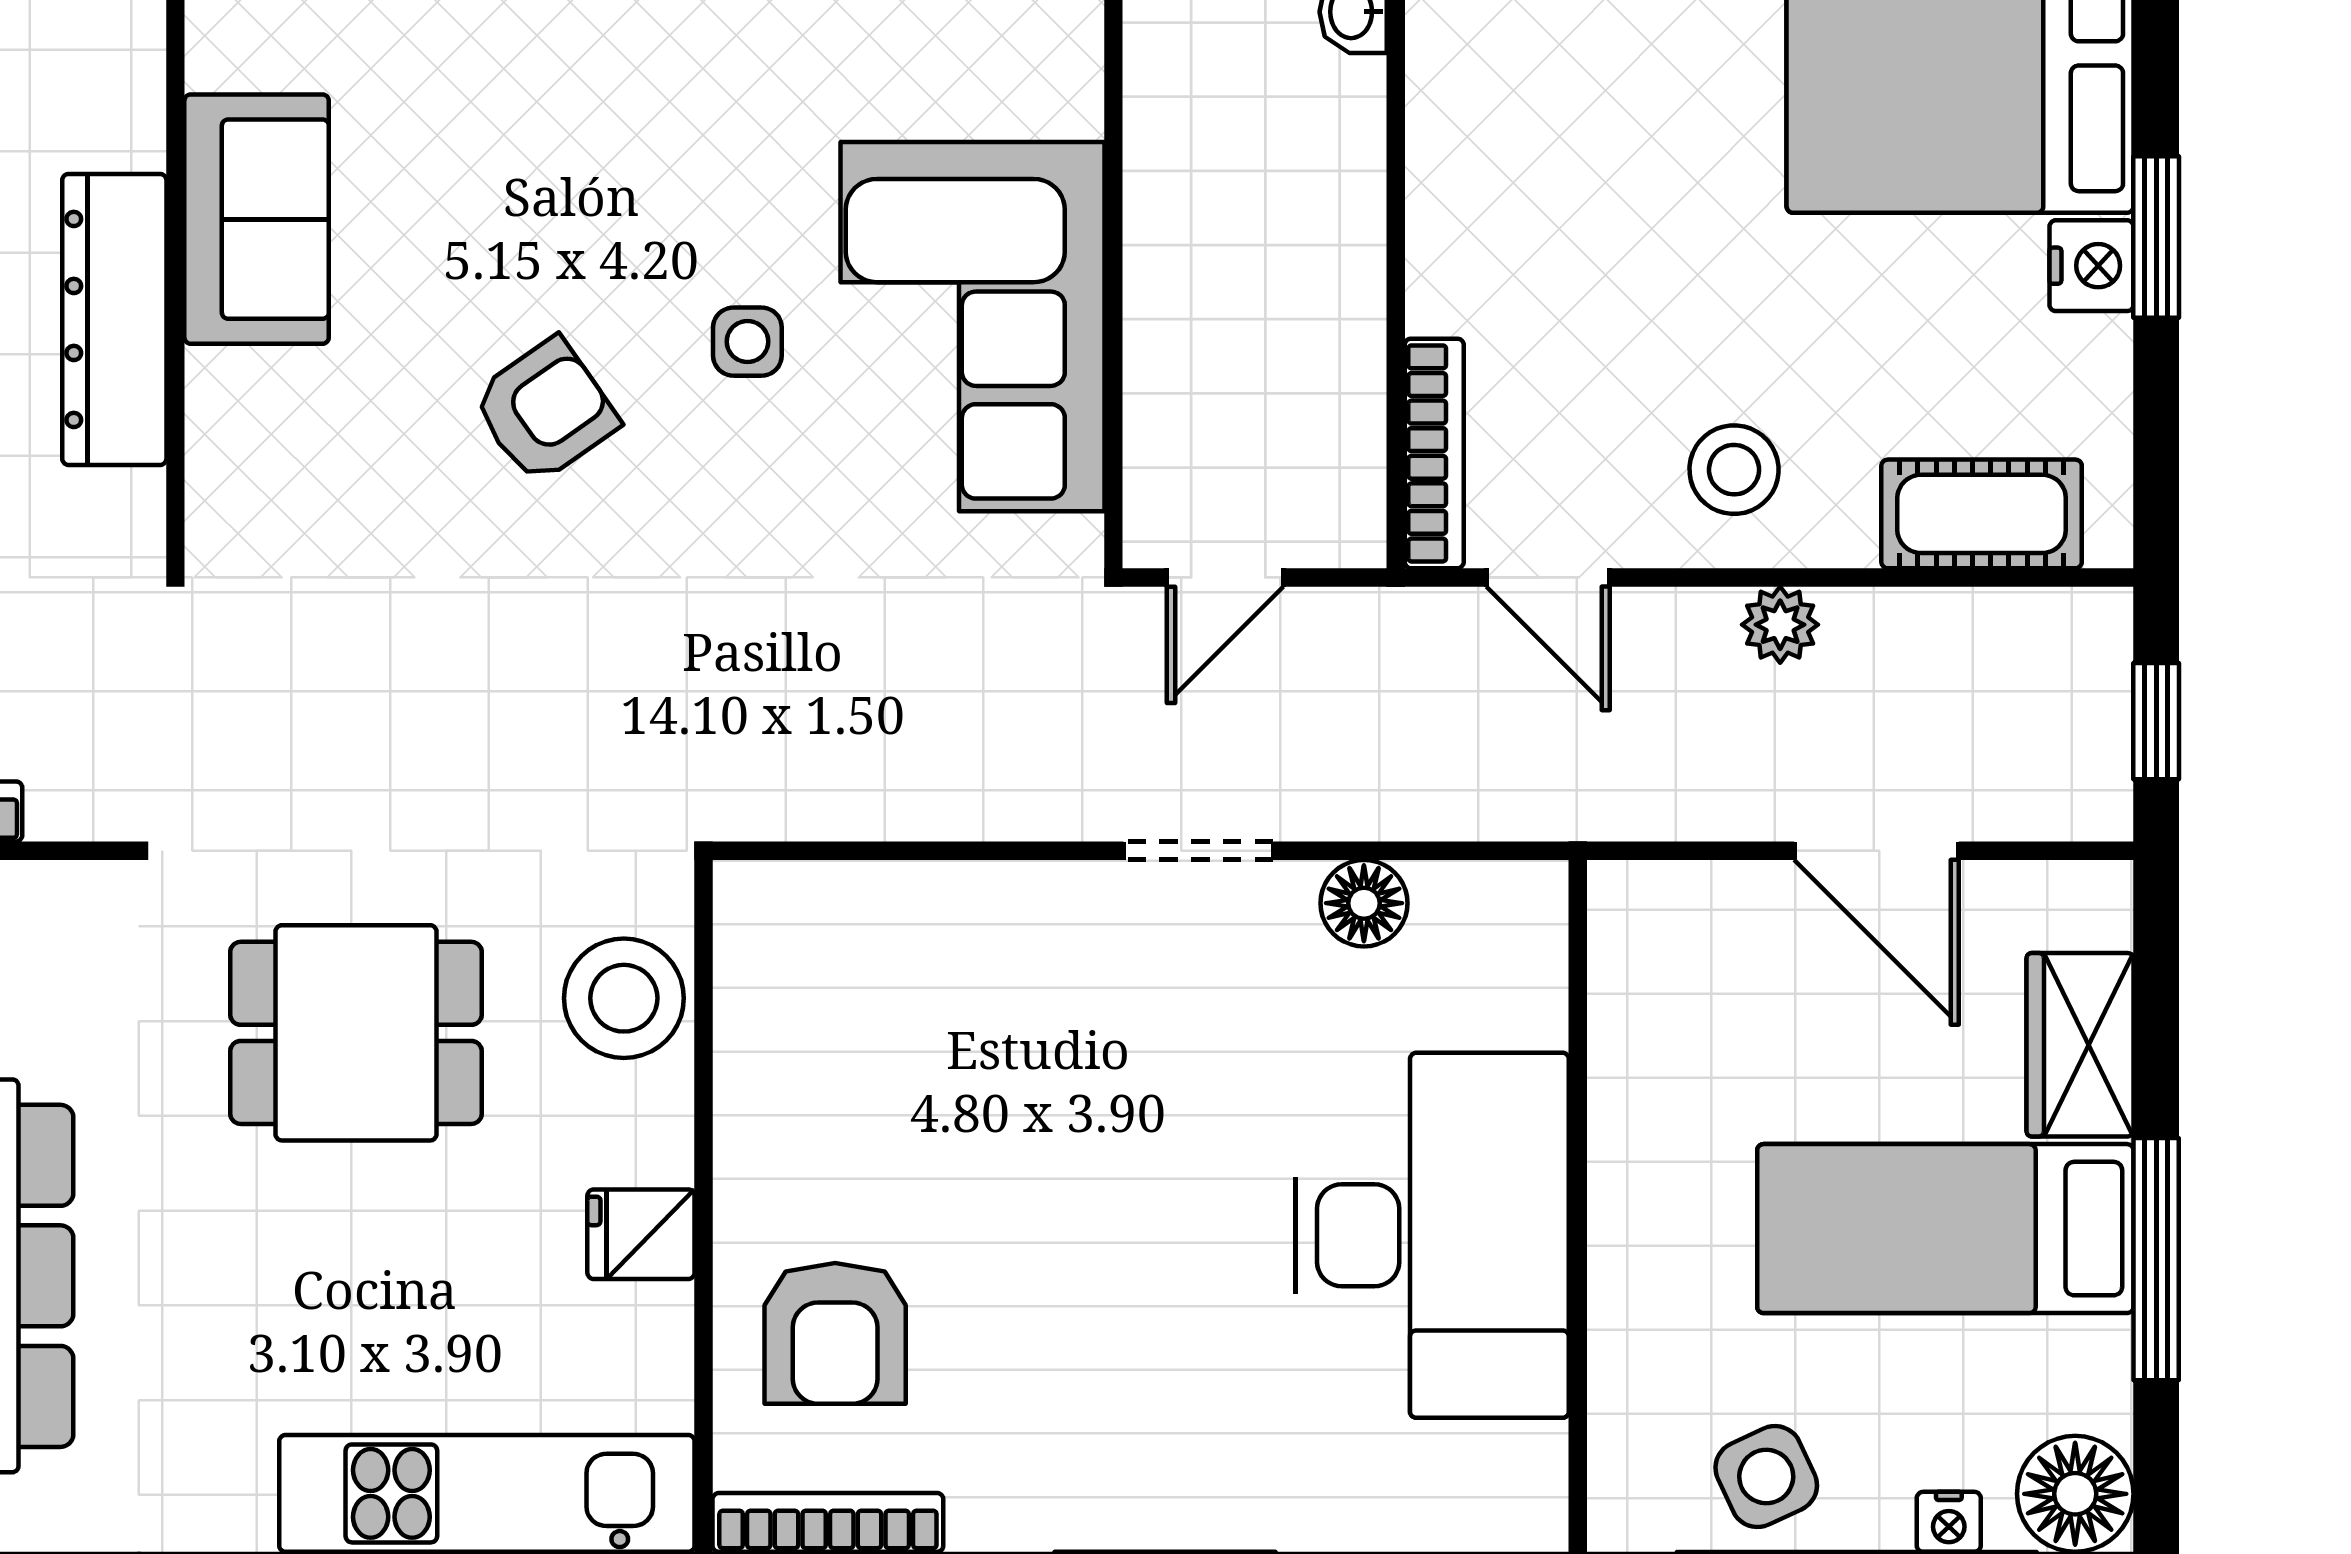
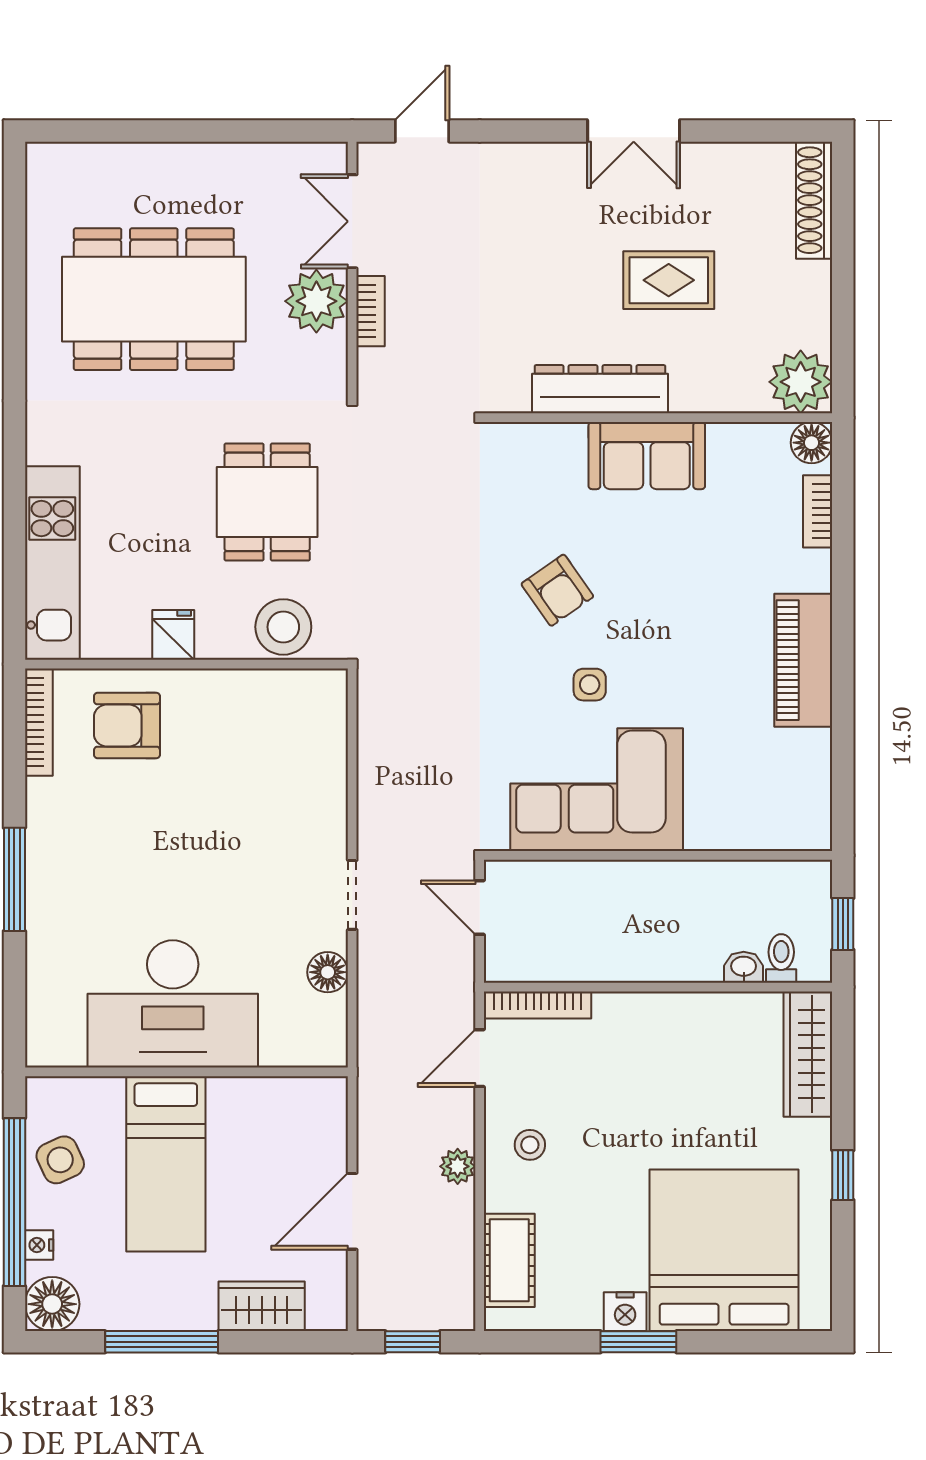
stool: (1734, 470) -> (530, 1145), width x0.73, depth x0.73
bed: (1945, 1229) -> (166, 1164), moved, turned 180

